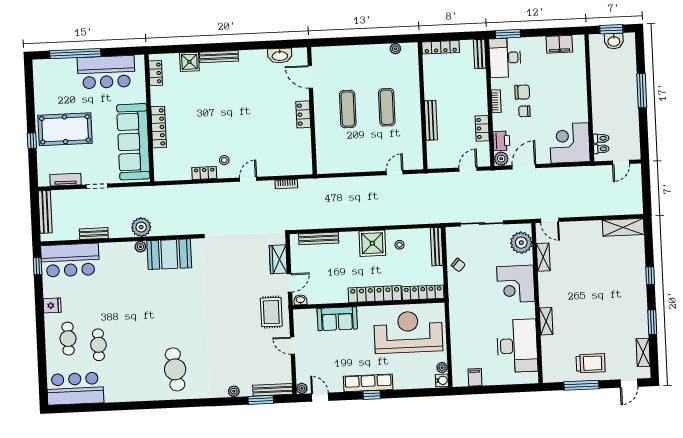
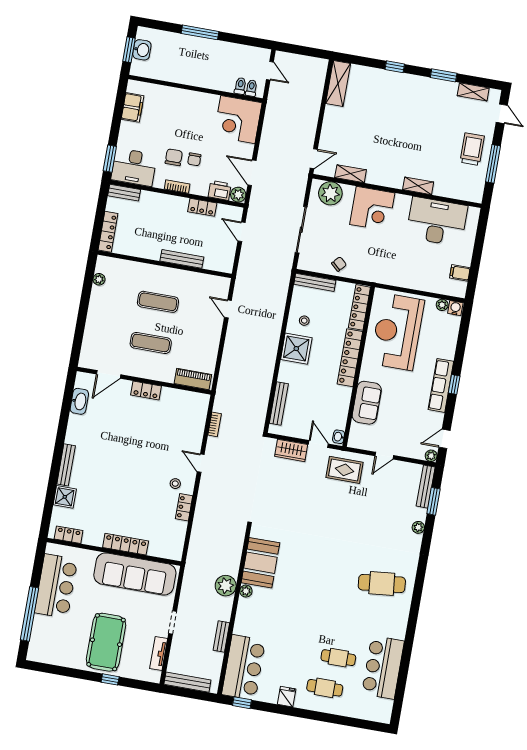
piano: (323, 155) -> (193, 379), added
bar counter: (75, 389) -> (383, 667), moved

